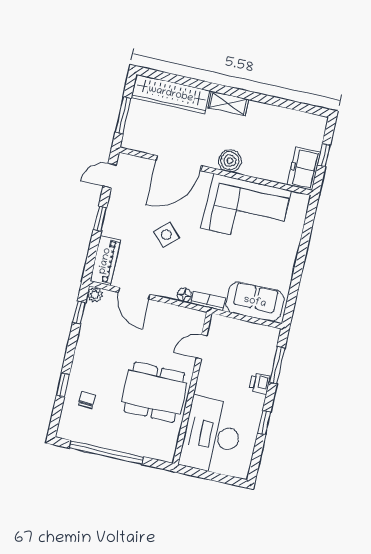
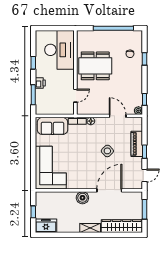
freezer: (304, 169) -> (46, 226), moved, turned -90
corner sofa: (246, 209) -> (51, 168), moved, turned 90
piano: (105, 261) -> (137, 144), moved

